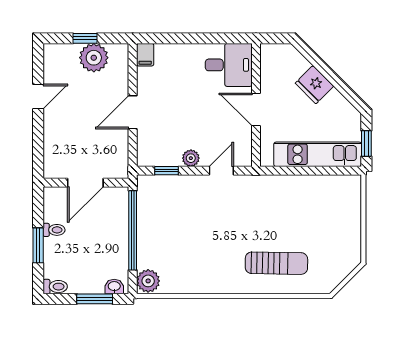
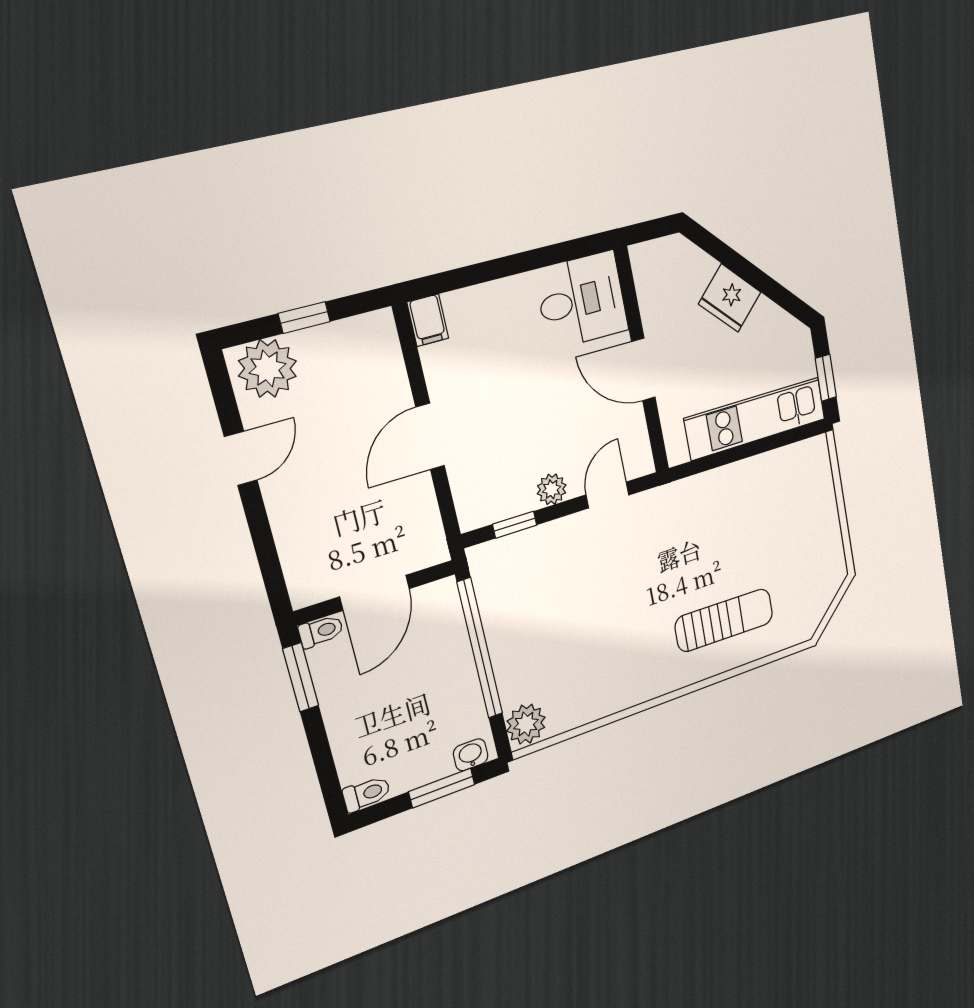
plant: (94, 58) -> (268, 368), moved
toilet: (54, 230) -> (321, 631), moved
window: (38, 245) -> (301, 677), moved

